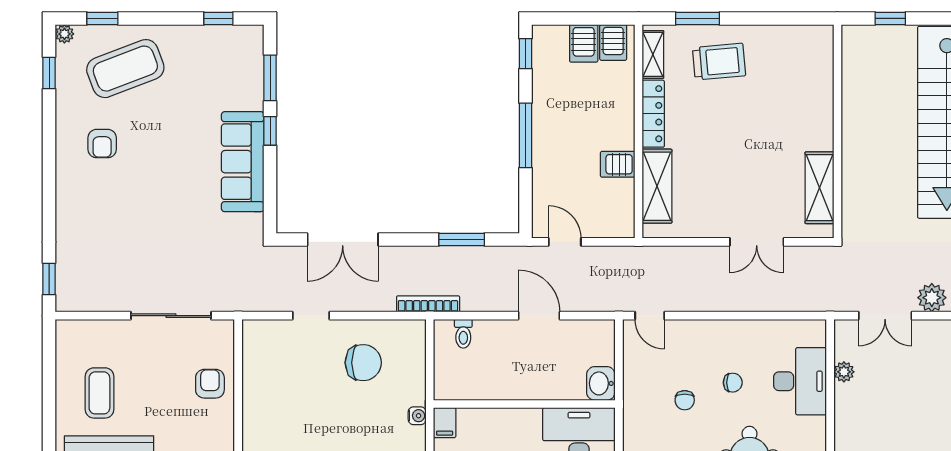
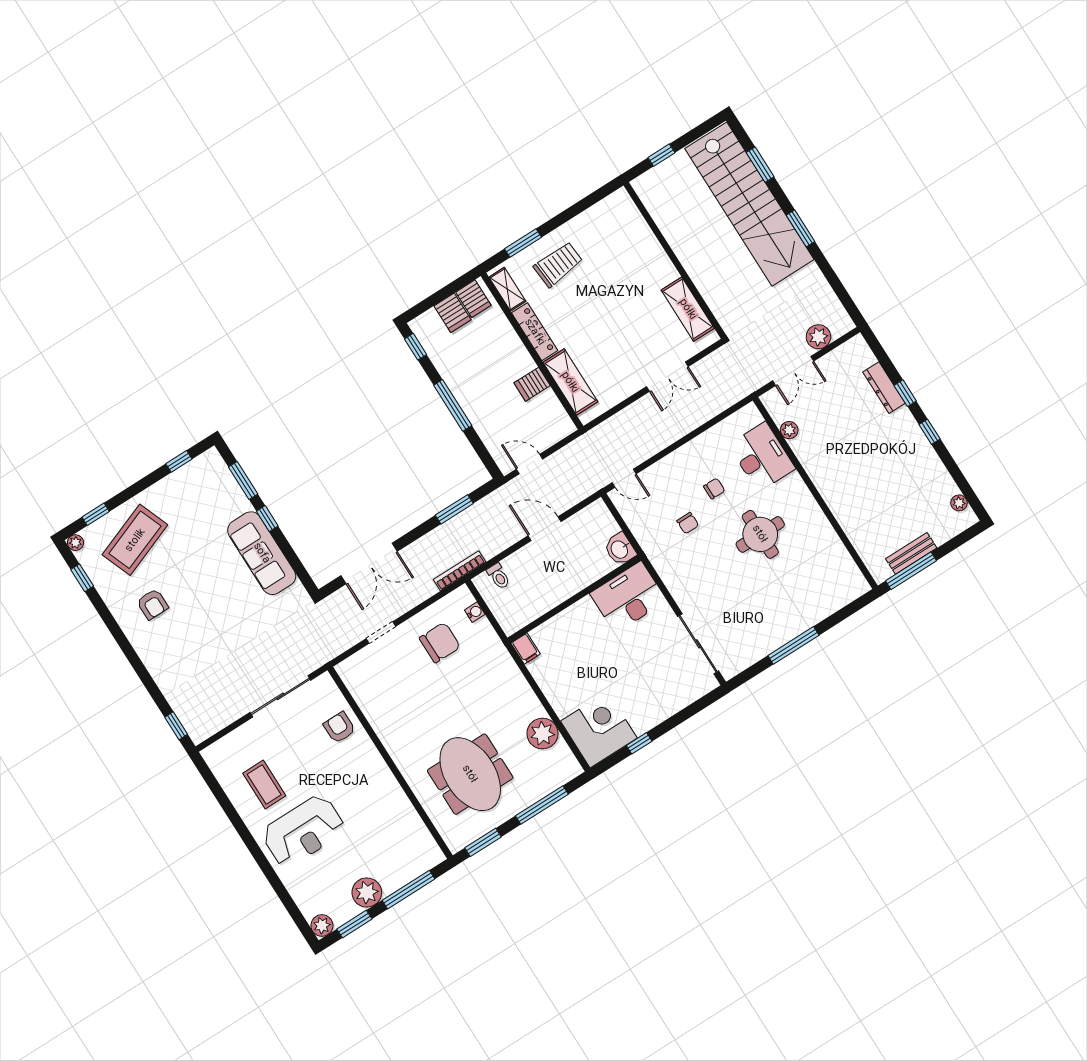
water cooler: (417, 416) -> (475, 612), moved

